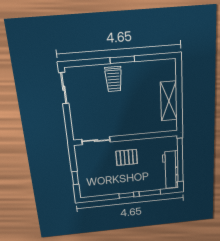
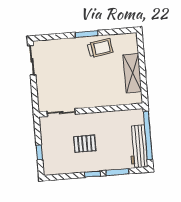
trolley: (114, 79) -> (100, 48), moved, turned -99
pallet: (127, 157) -> (85, 144), moved

